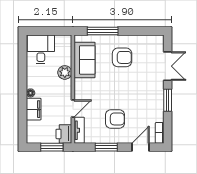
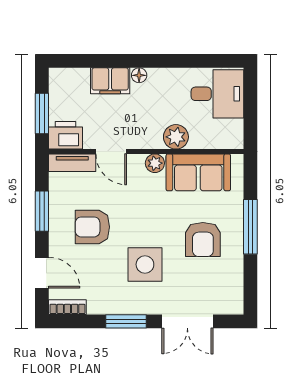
window: (103, 31) -> (250, 227), moved
plant: (79, 84) -> (155, 163), added
side table: (136, 90) -> (145, 264), added
armchair: (115, 119) -> (92, 227), turned 90

